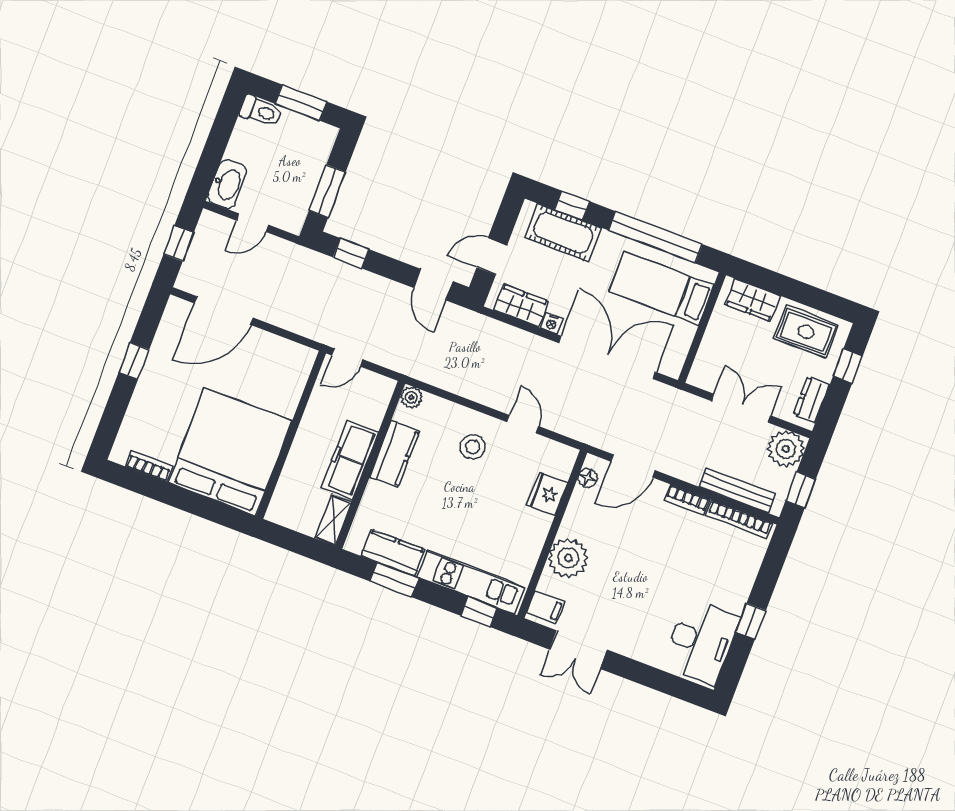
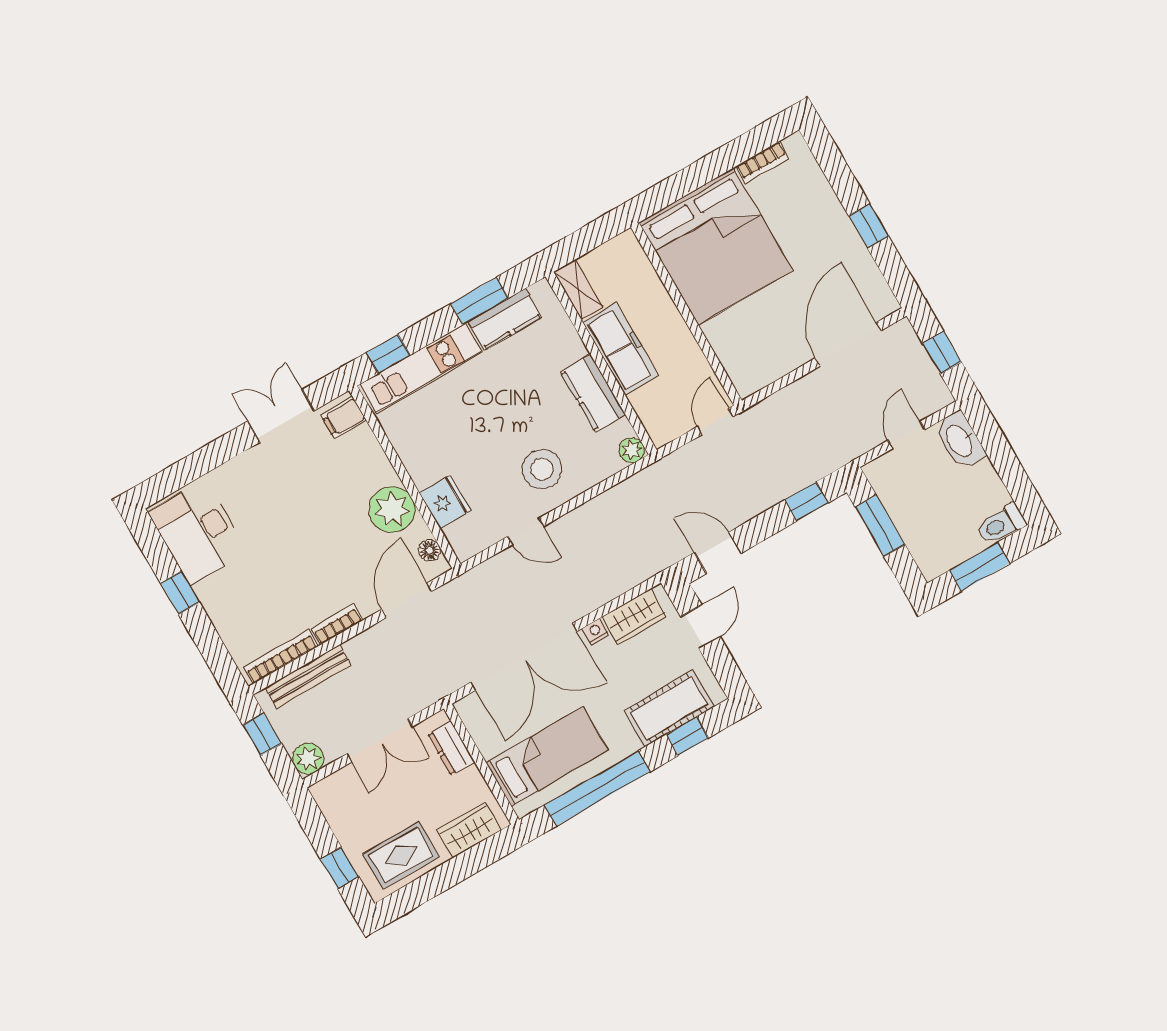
dresser: (812, 400) -> (451, 748), moved, turned 180
stool: (473, 447) -> (542, 469), width x1.38, depth x1.38
plant: (786, 449) -> (308, 759), width x0.73, depth x0.73
plant: (568, 558) -> (392, 510), moved

